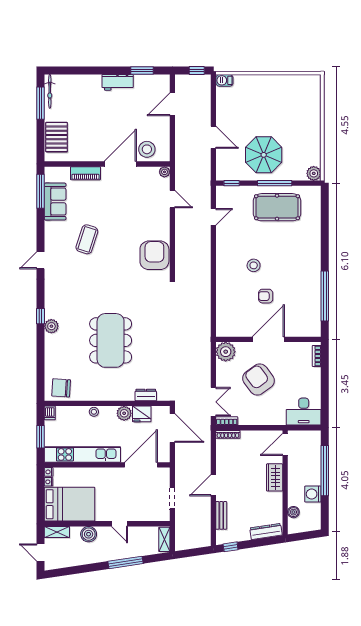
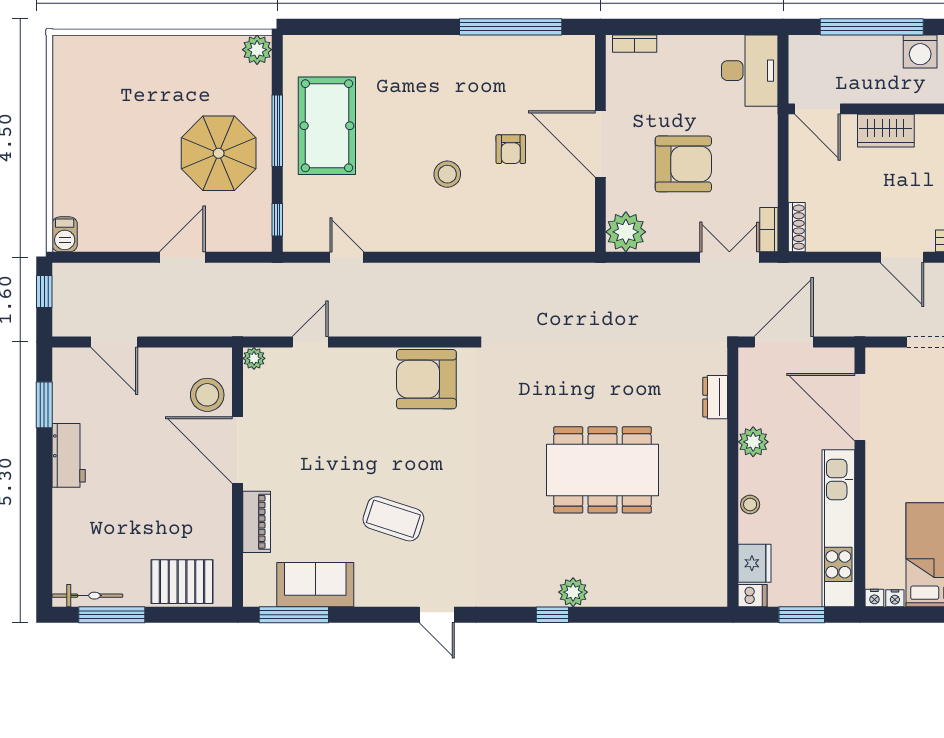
armchair: (259, 379) -> (683, 164), turned -144
chair: (61, 388) -> (701, 572), removed
fridge: (142, 414) -> (754, 563), moved

